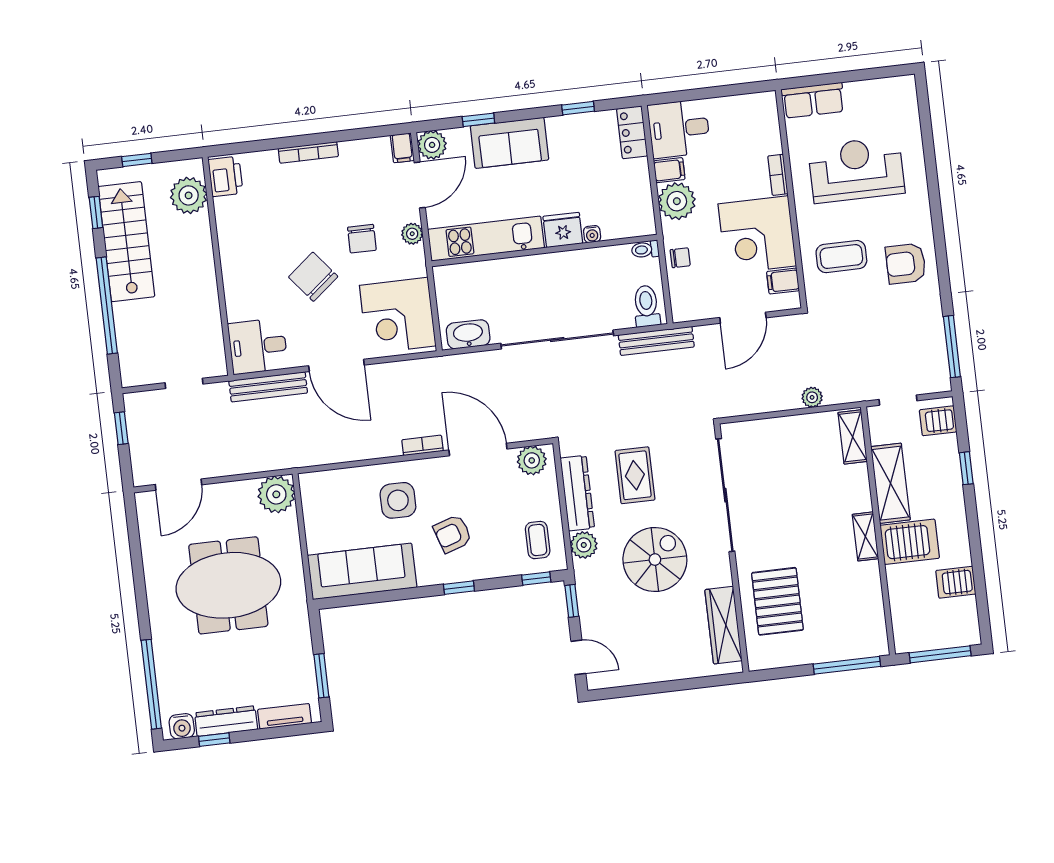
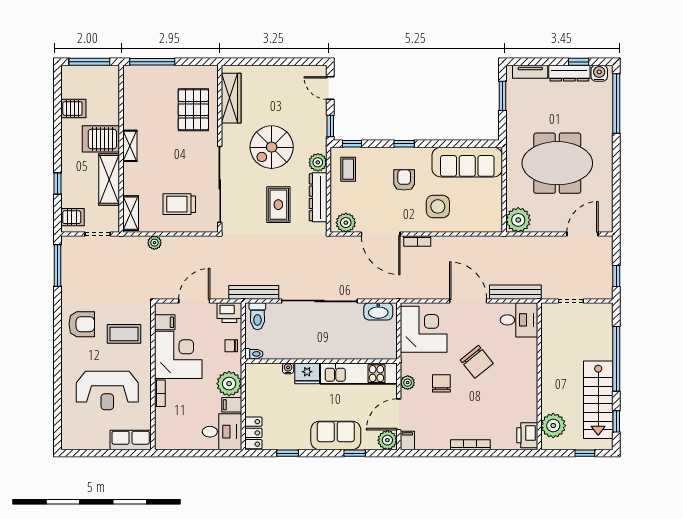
printer: (689, 306) -> (229, 313), added
trolley: (782, 459) -> (179, 204), added
armchair: (453, 534) -> (404, 180), turned -72

